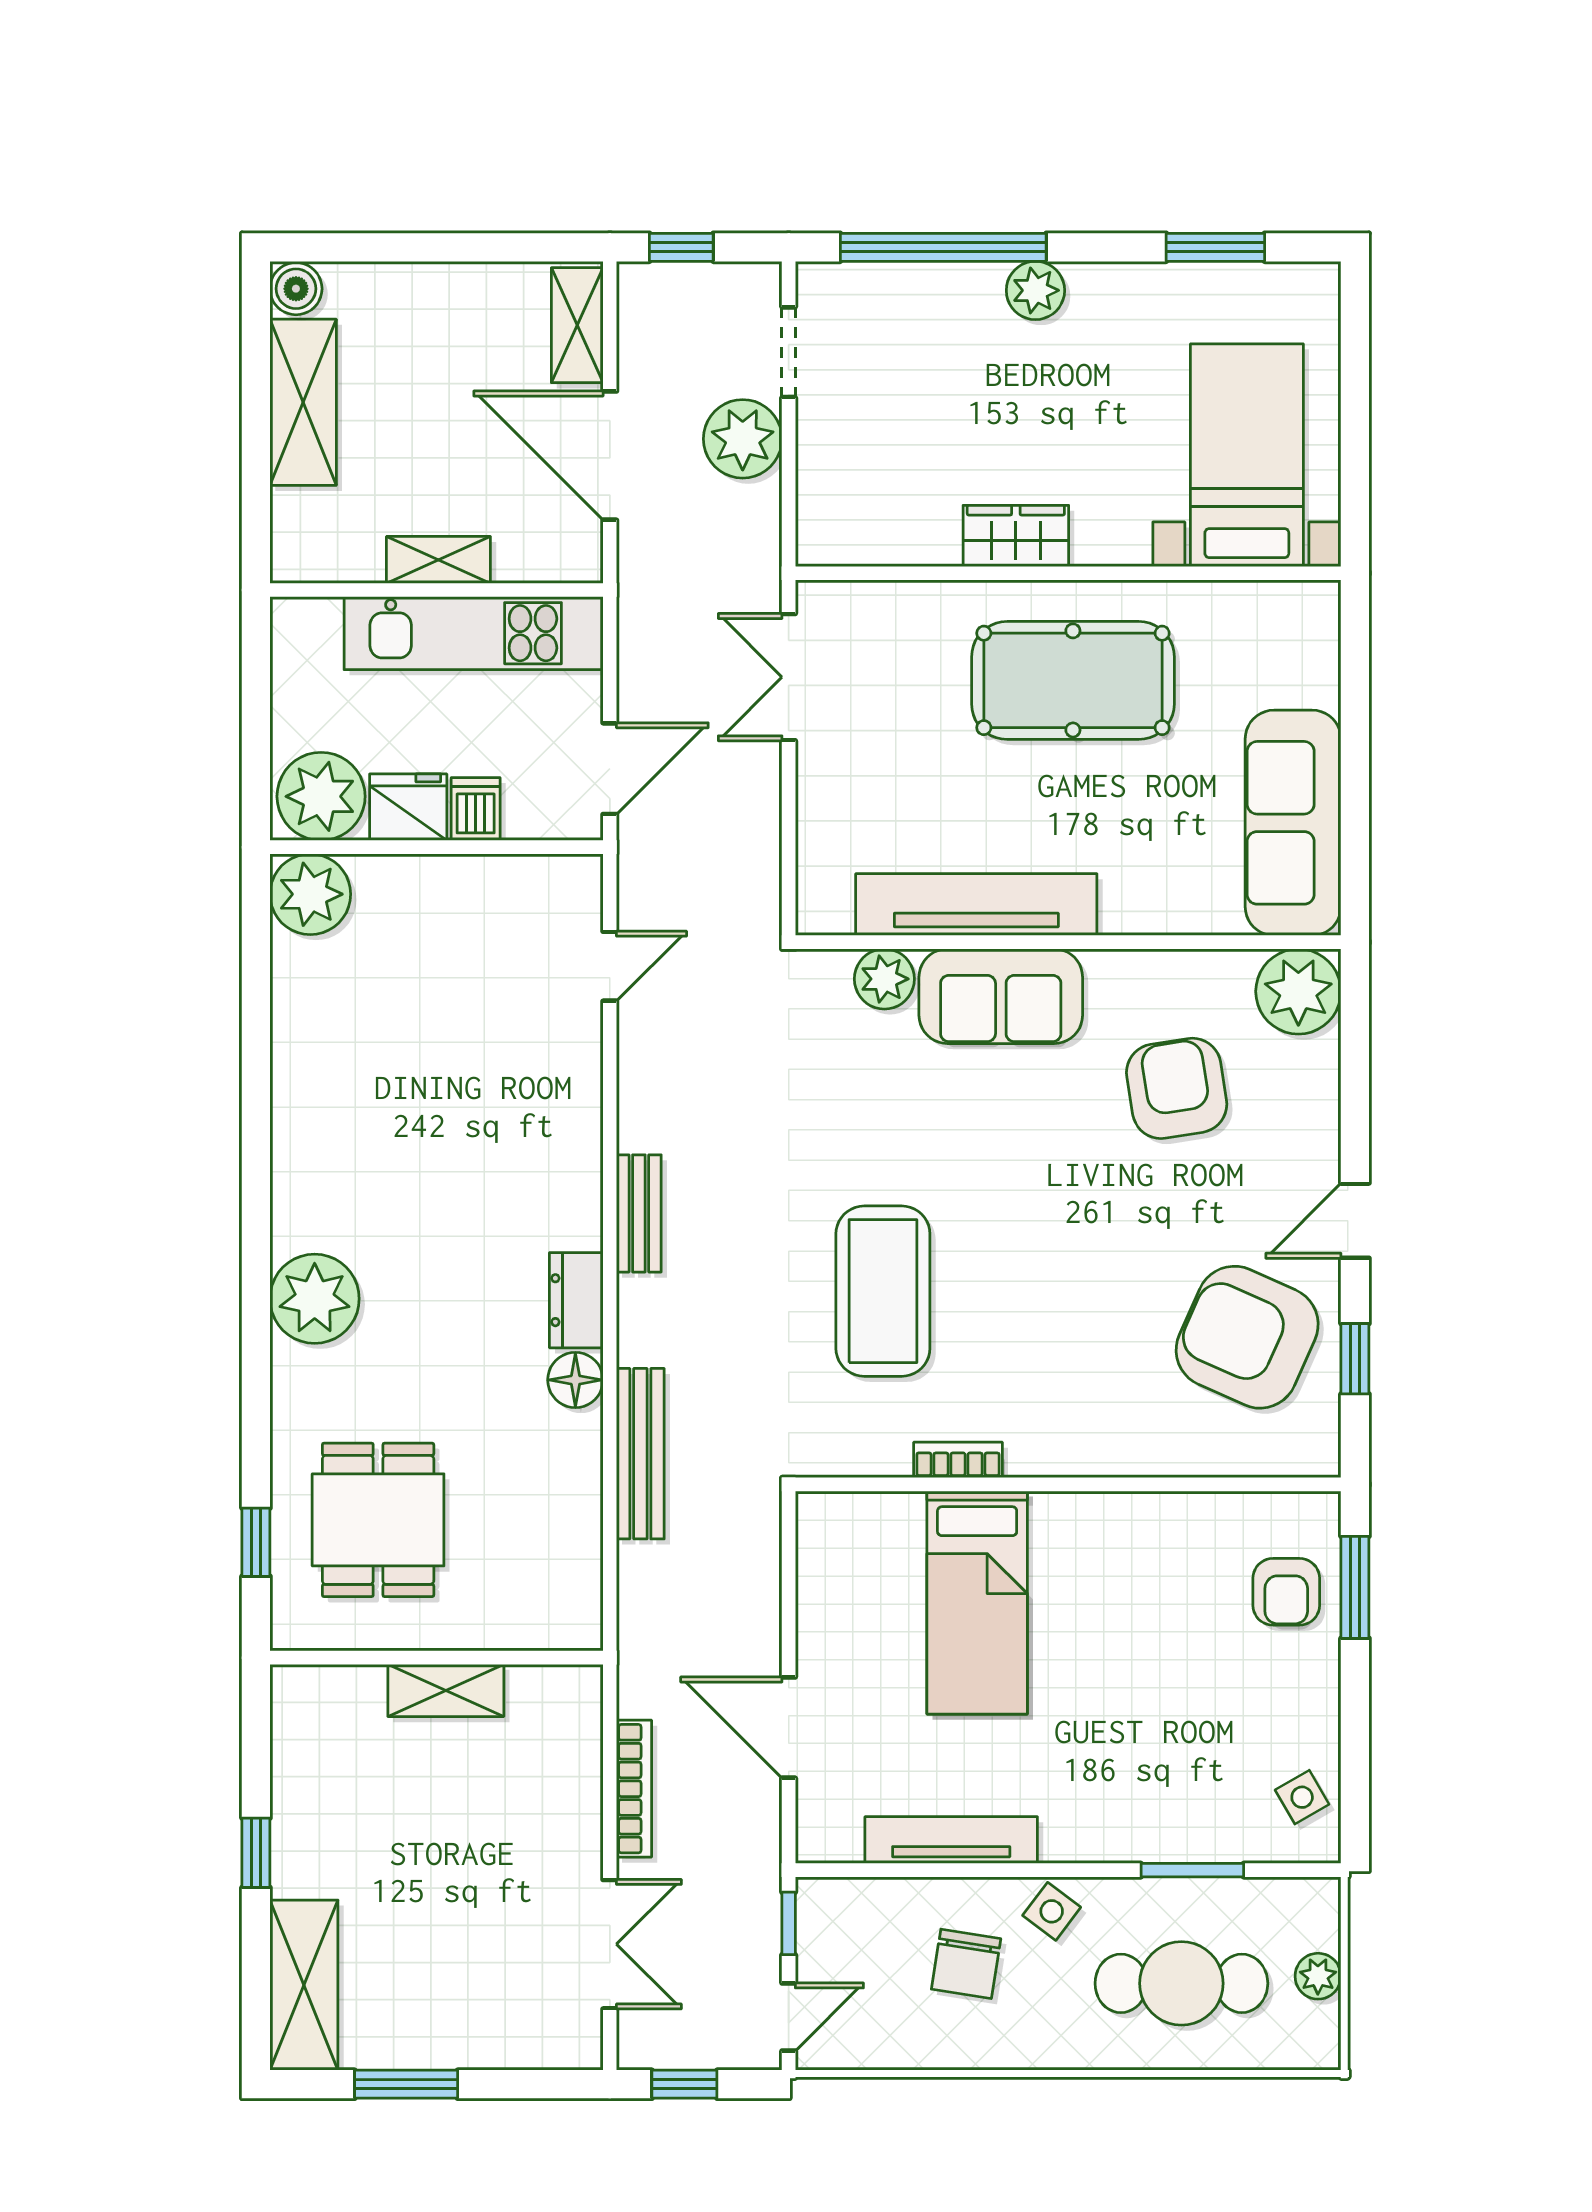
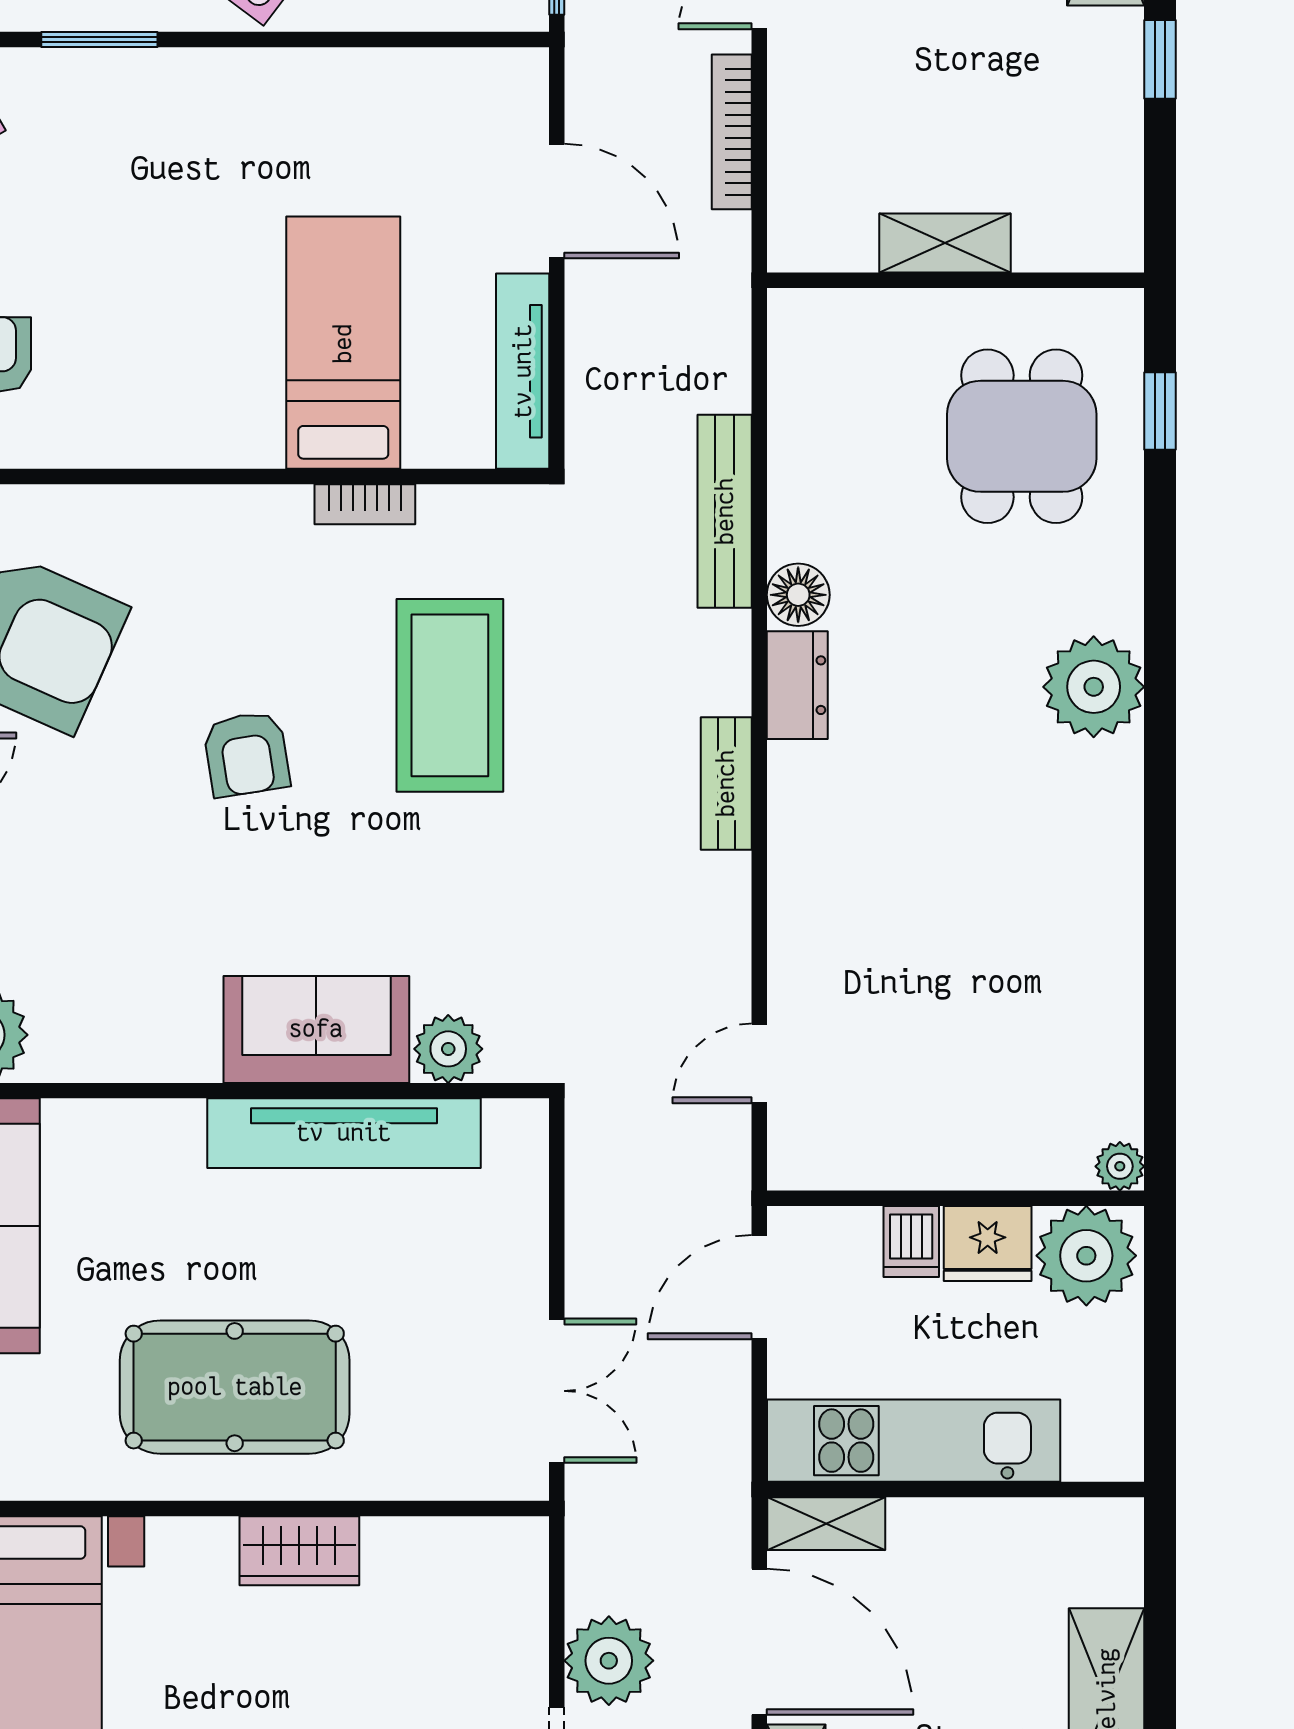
shelving: (438, 560) -> (826, 1524), moved
plant: (310, 894) -> (1120, 1166), width x0.53, depth x0.53
armchair: (1177, 1088) -> (246, 754), moved, width x0.72, depth x0.72
tv unit: (951, 1840) -> (523, 371), moved, turned 90

